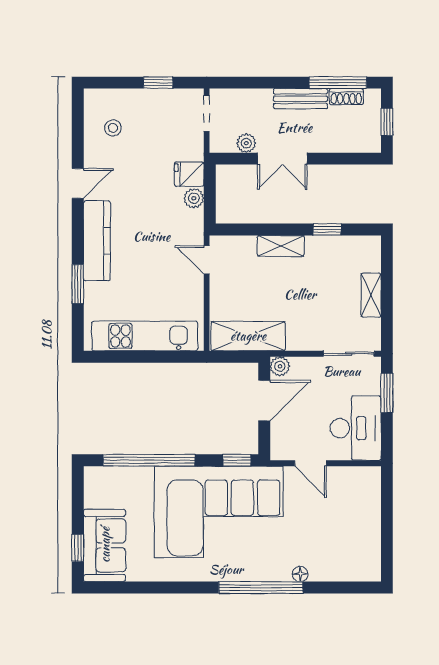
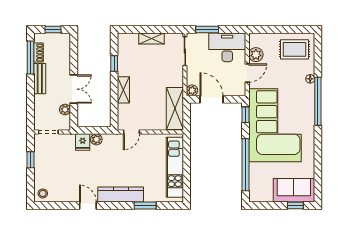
stool: (113, 128) -> (43, 193), moved
plant: (343, 479) -> (256, 55), added
rug: (352, 546) -> (294, 49), added

